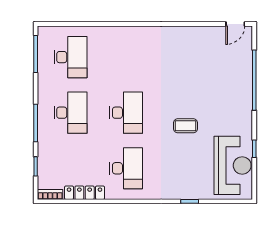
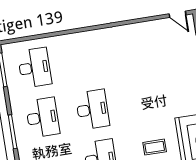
door: (235, 24) -> (178, 14), hinge flipped
coffee table: (185, 126) -> (155, 147), moved

